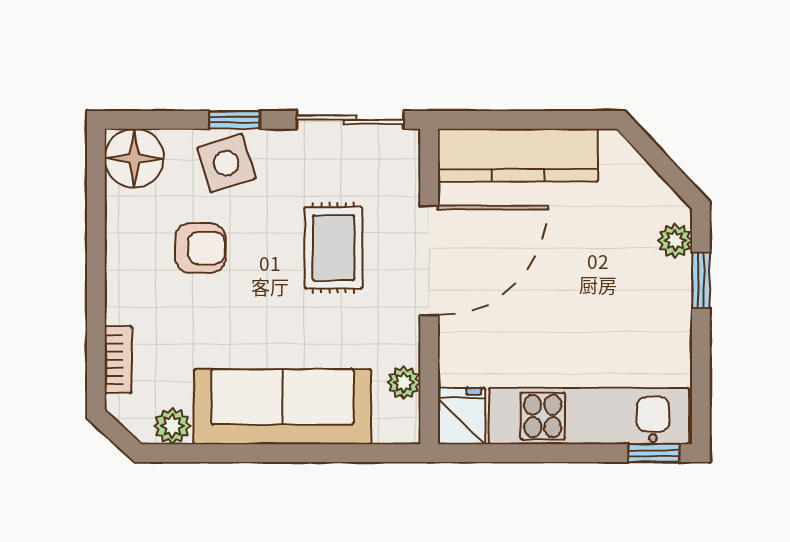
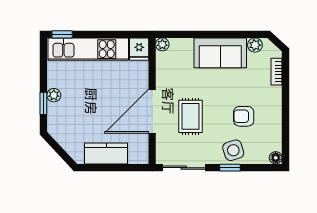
kitchen counter: (518, 155) -> (106, 153), width x0.67
floor lamp: (134, 158) -> (276, 158), width x0.53, depth x0.53
plant: (675, 241) -> (54, 95), moved
plant: (404, 383) -> (162, 44), moved
sofa: (282, 407) -> (220, 53), width x0.73

